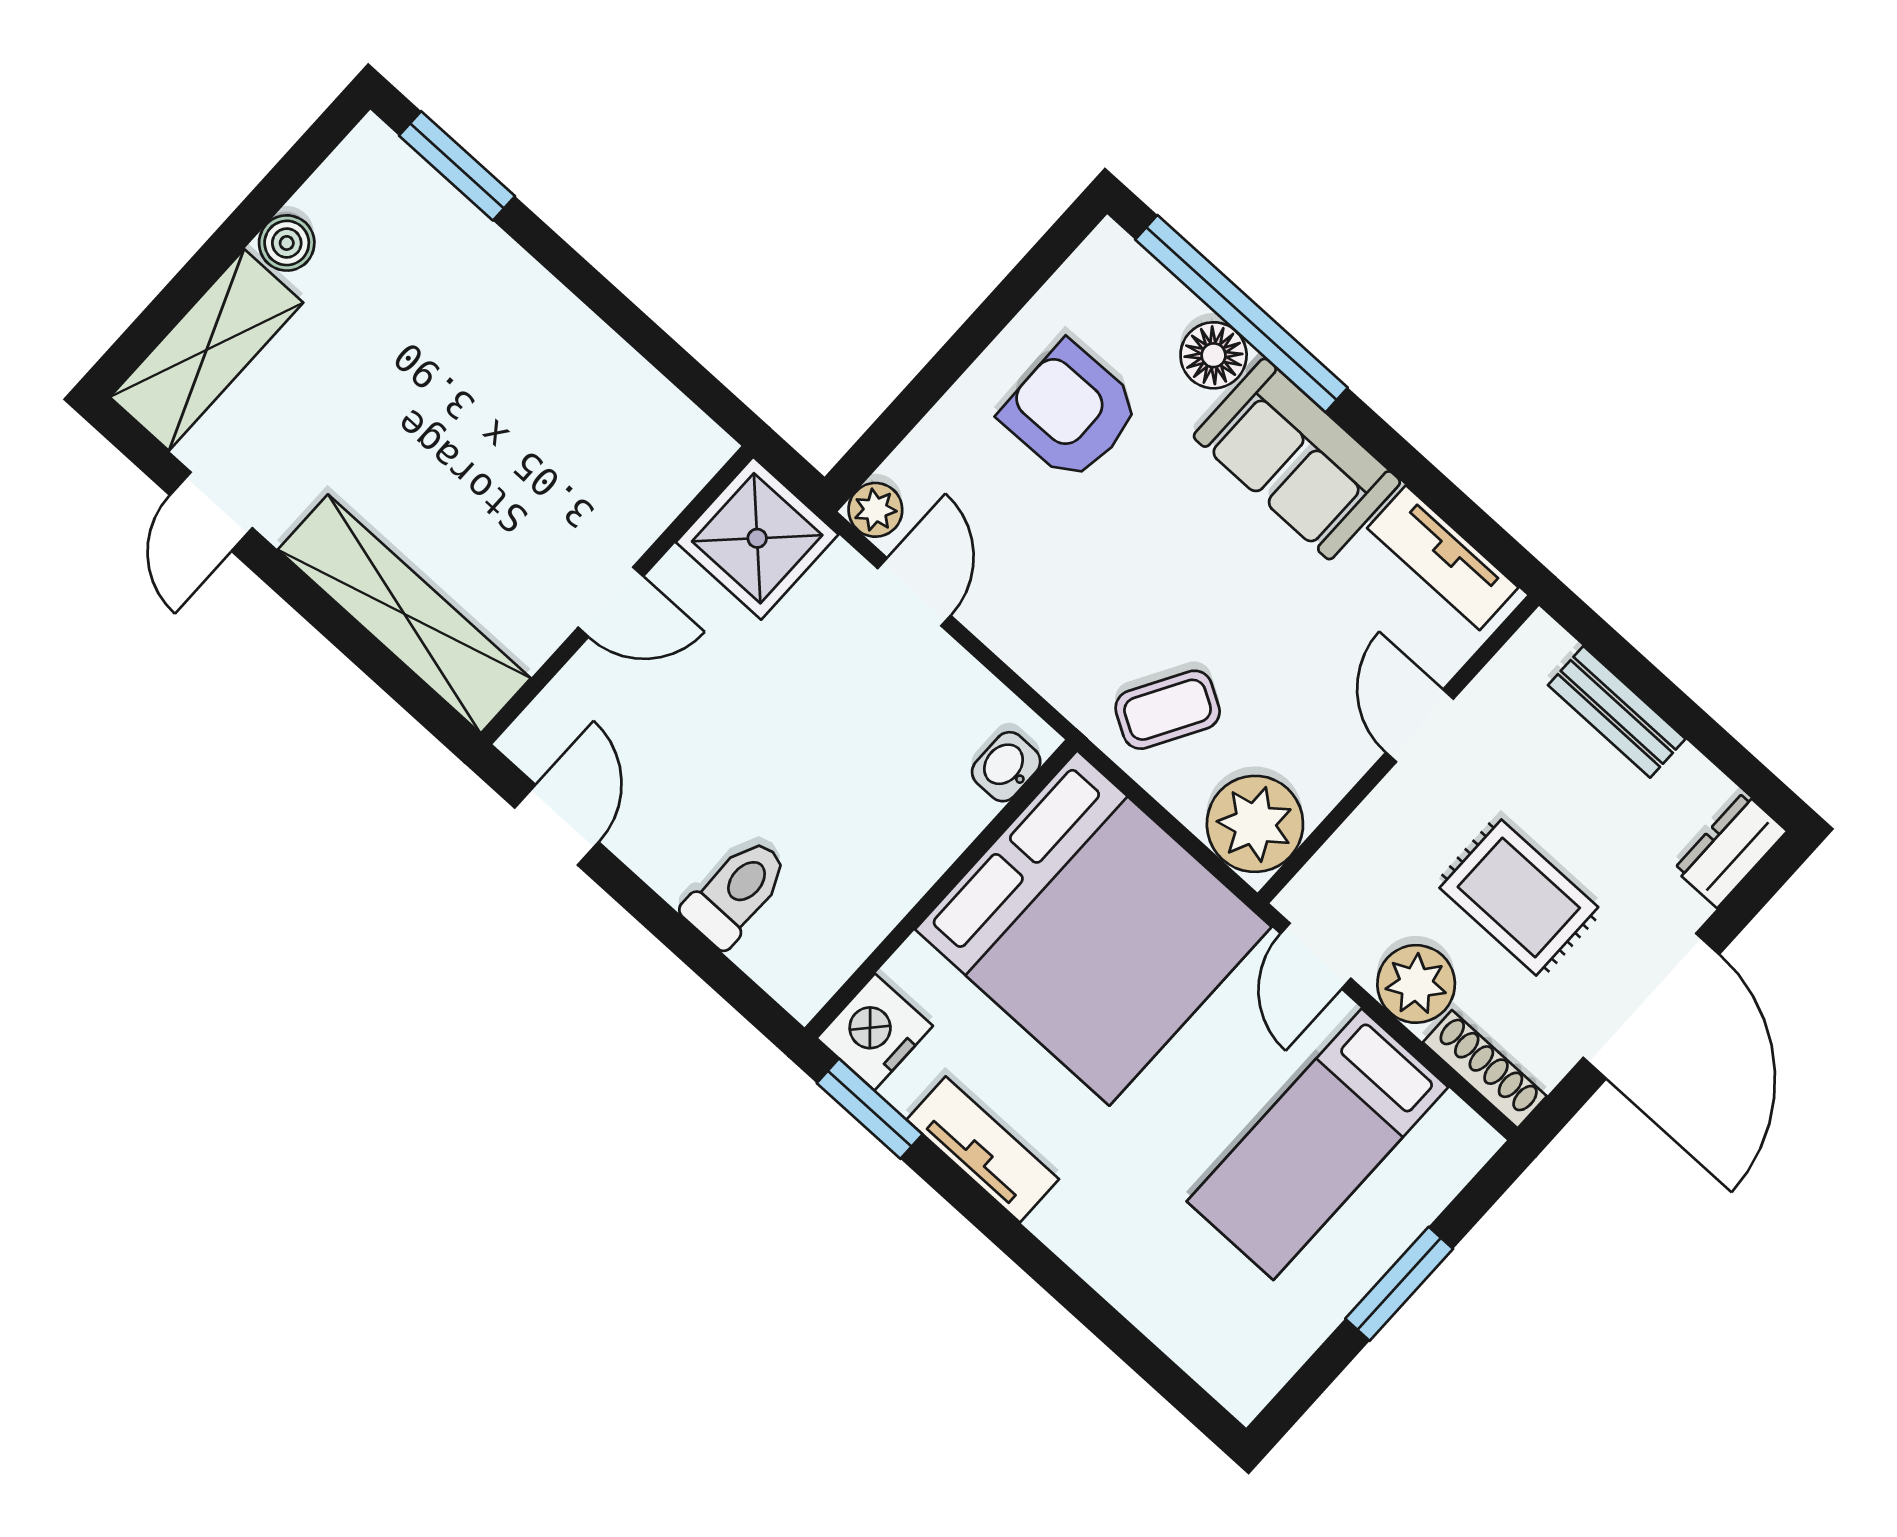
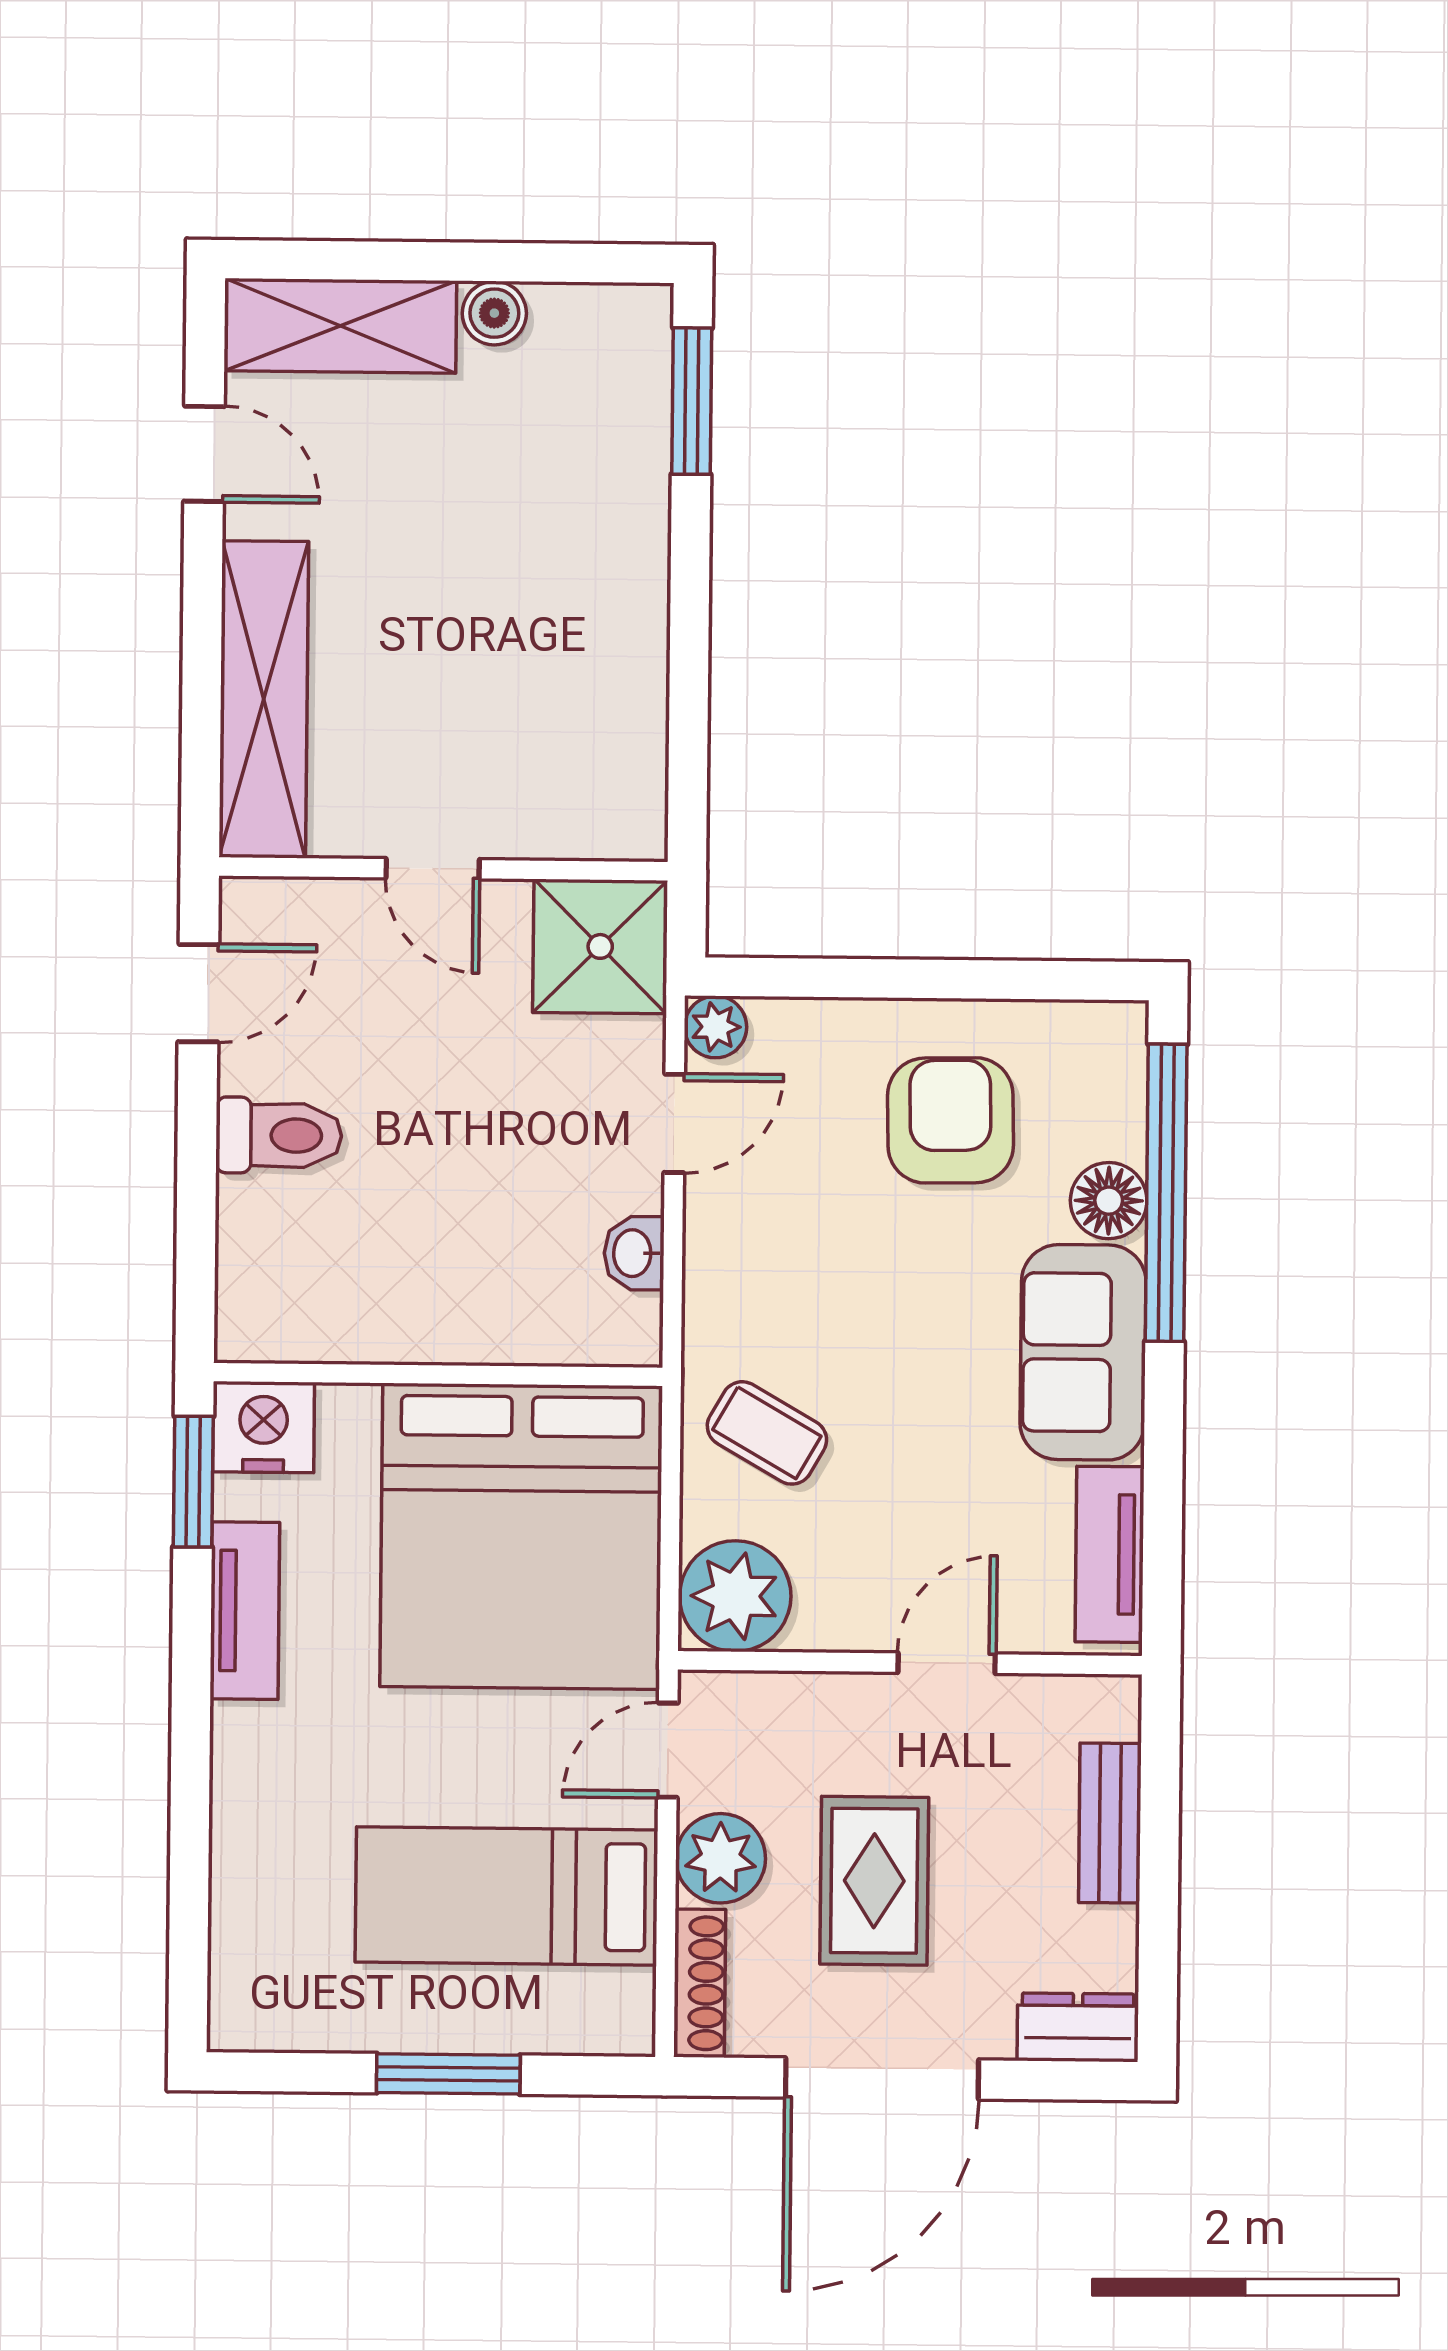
door: (211, 512) -> (204, 454), swing flipped
washbasin: (1006, 767) -> (634, 1253), moved, turned -90
toilet: (736, 892) -> (279, 1135), moved

